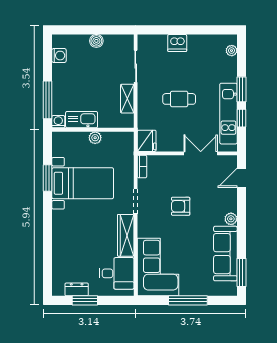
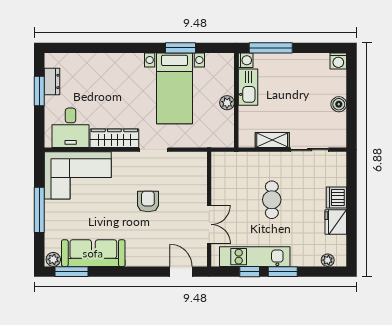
washing machine: (59, 56) -> (338, 61), moved
fridge: (147, 141) -> (336, 222), moved, turned 90
bookcase: (142, 166) -> (194, 157), removed
plant: (231, 219) -> (53, 259), moved

